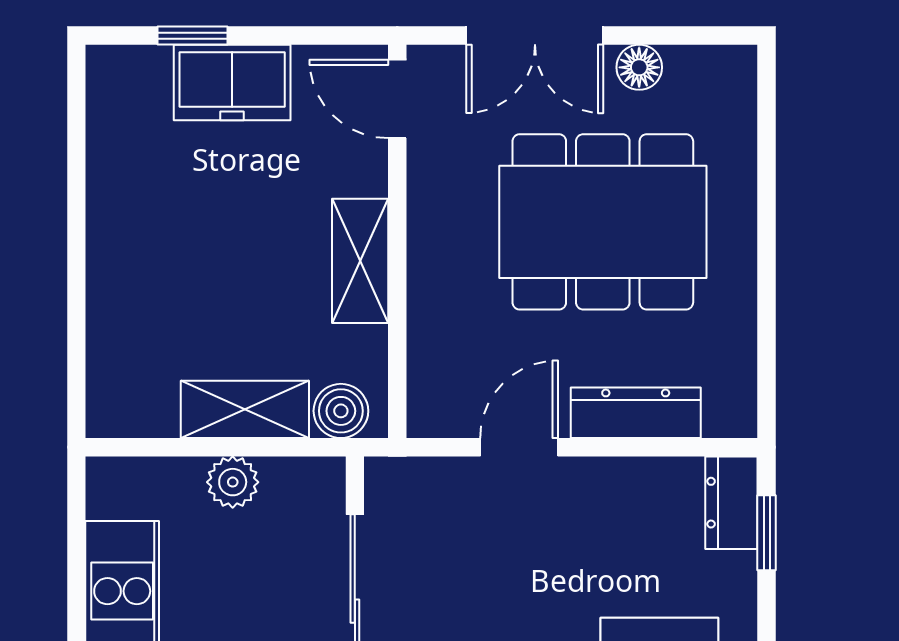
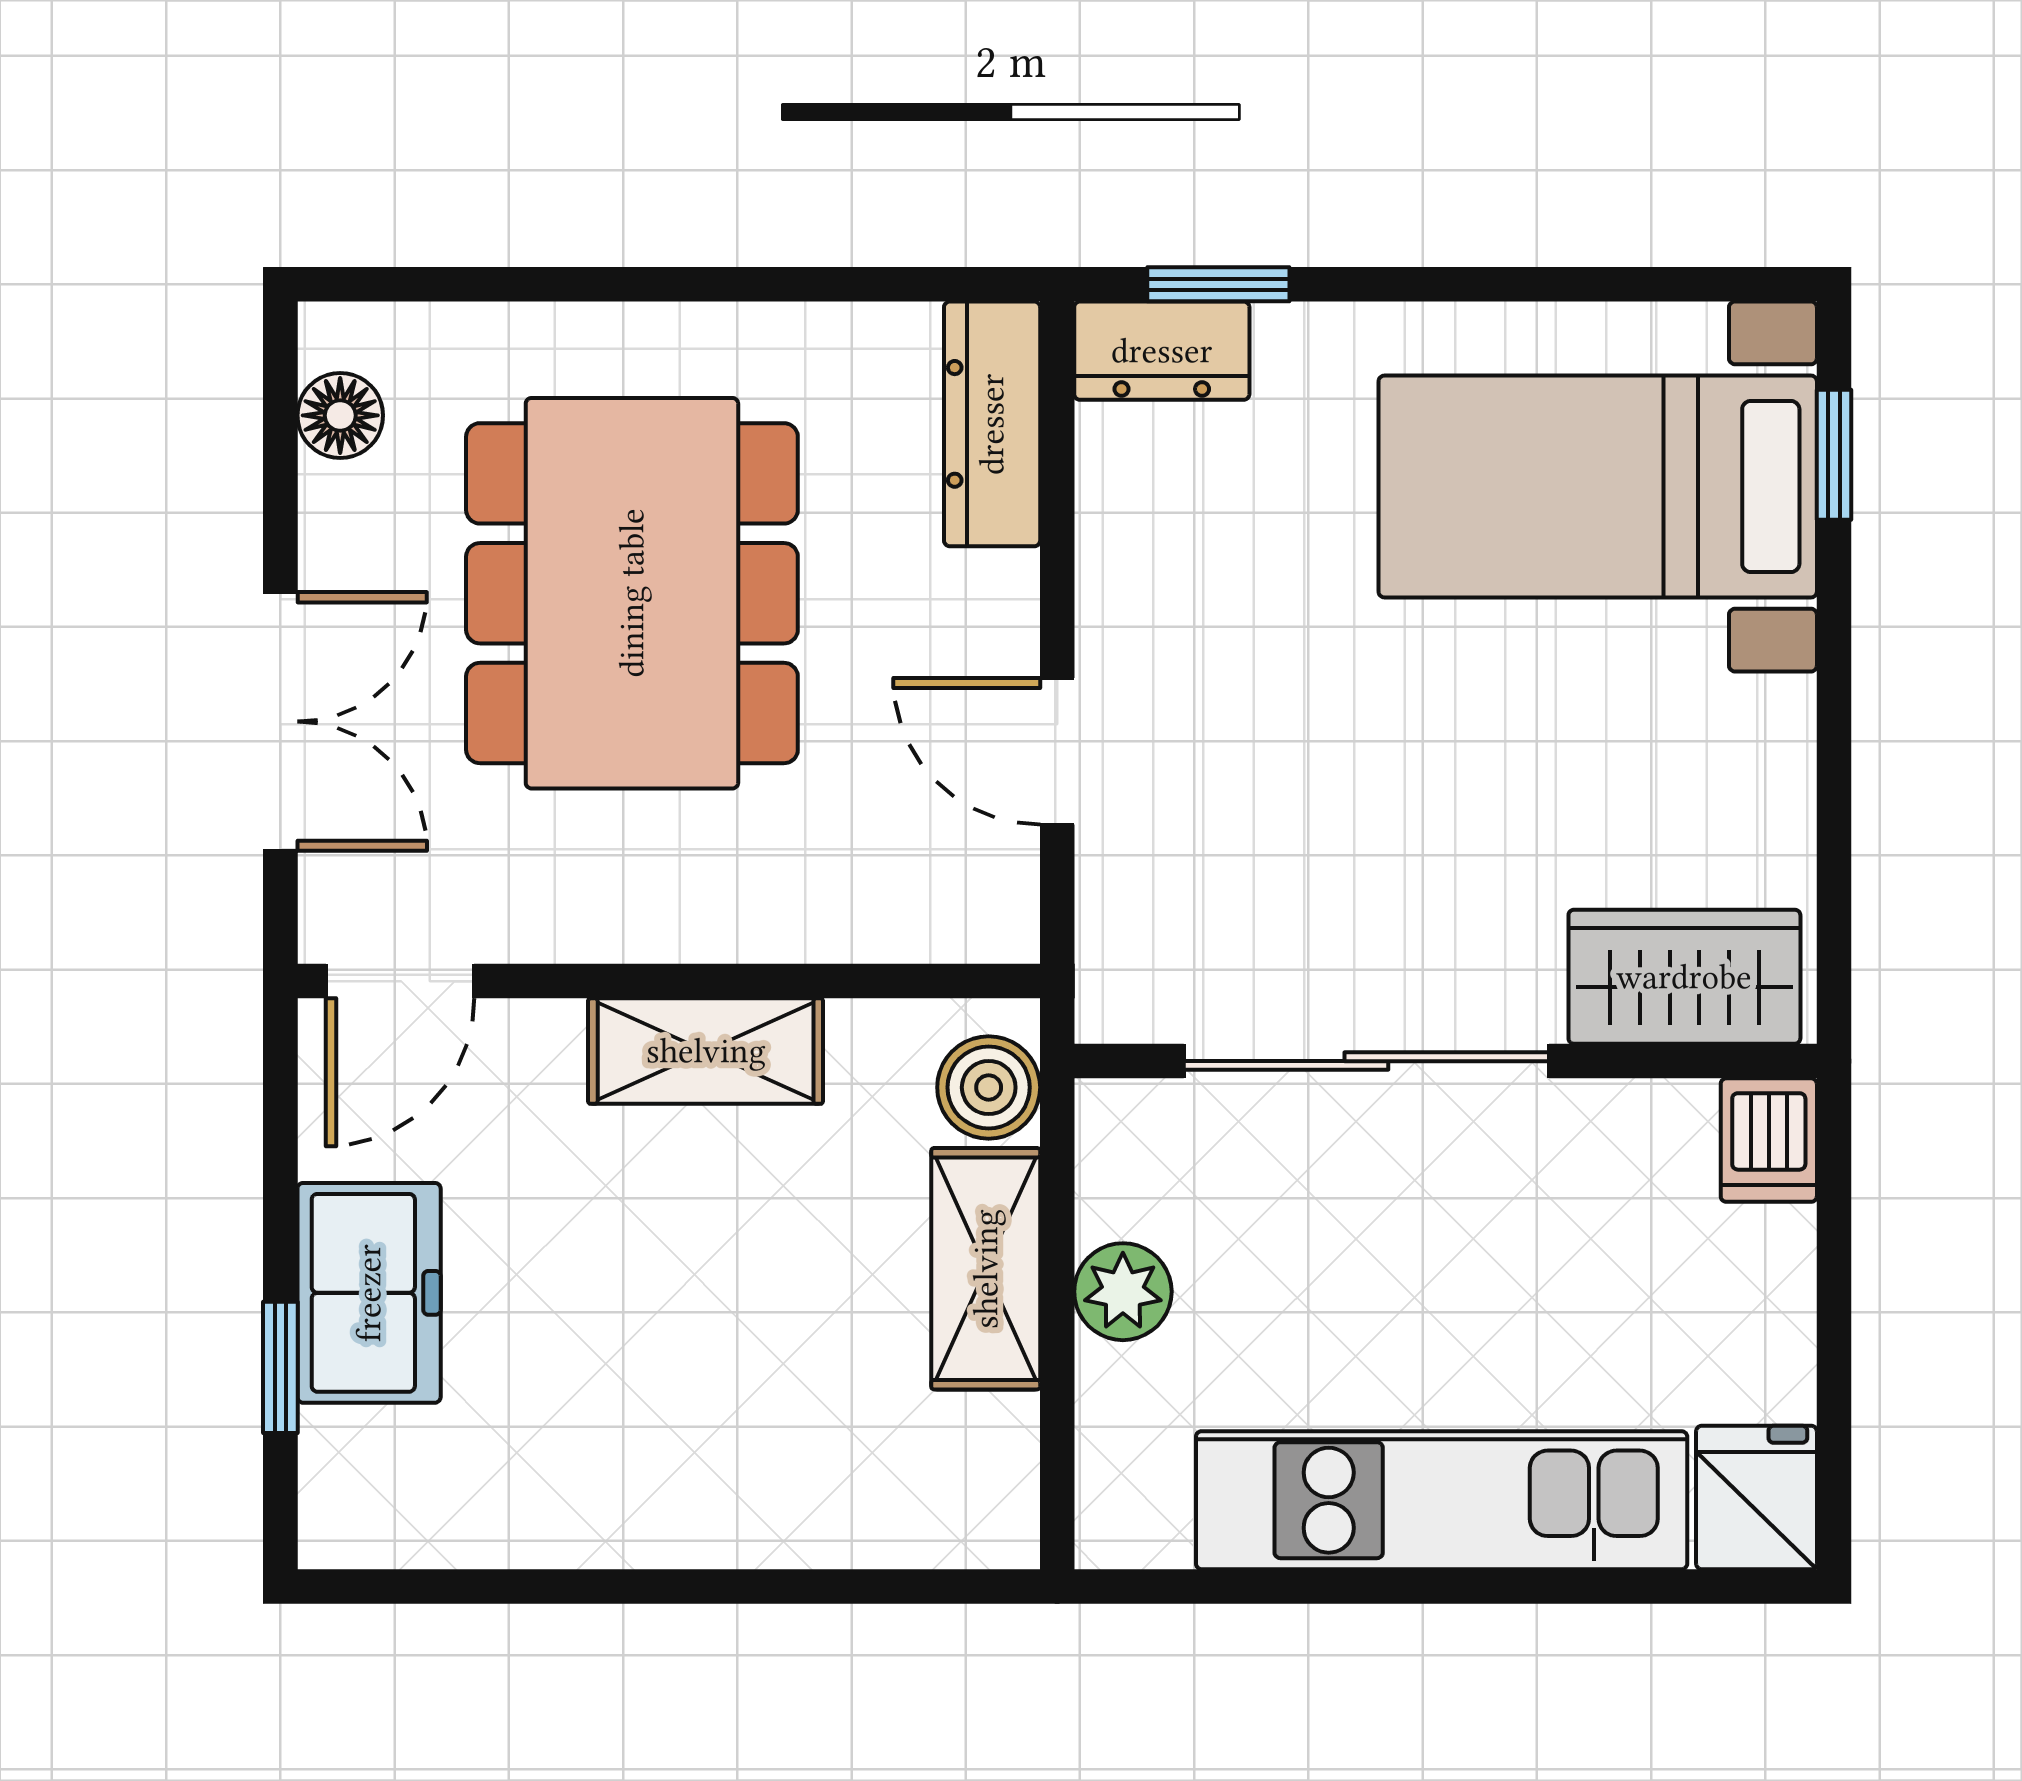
floor lamp: (639, 67) -> (340, 415), moved
dresser: (636, 413) -> (992, 424), moved

